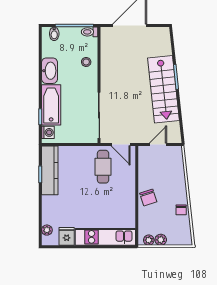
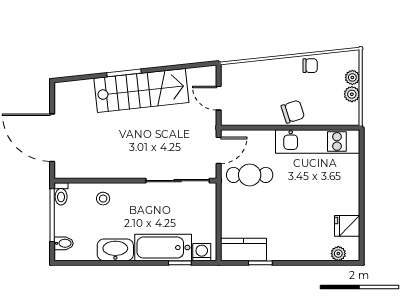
kitchen counter: (50, 170) -> (243, 249), width x0.67
kitchen unit: (105, 237) -> (318, 141), moved, turned -90
plant: (149, 240) -> (352, 77), moved

